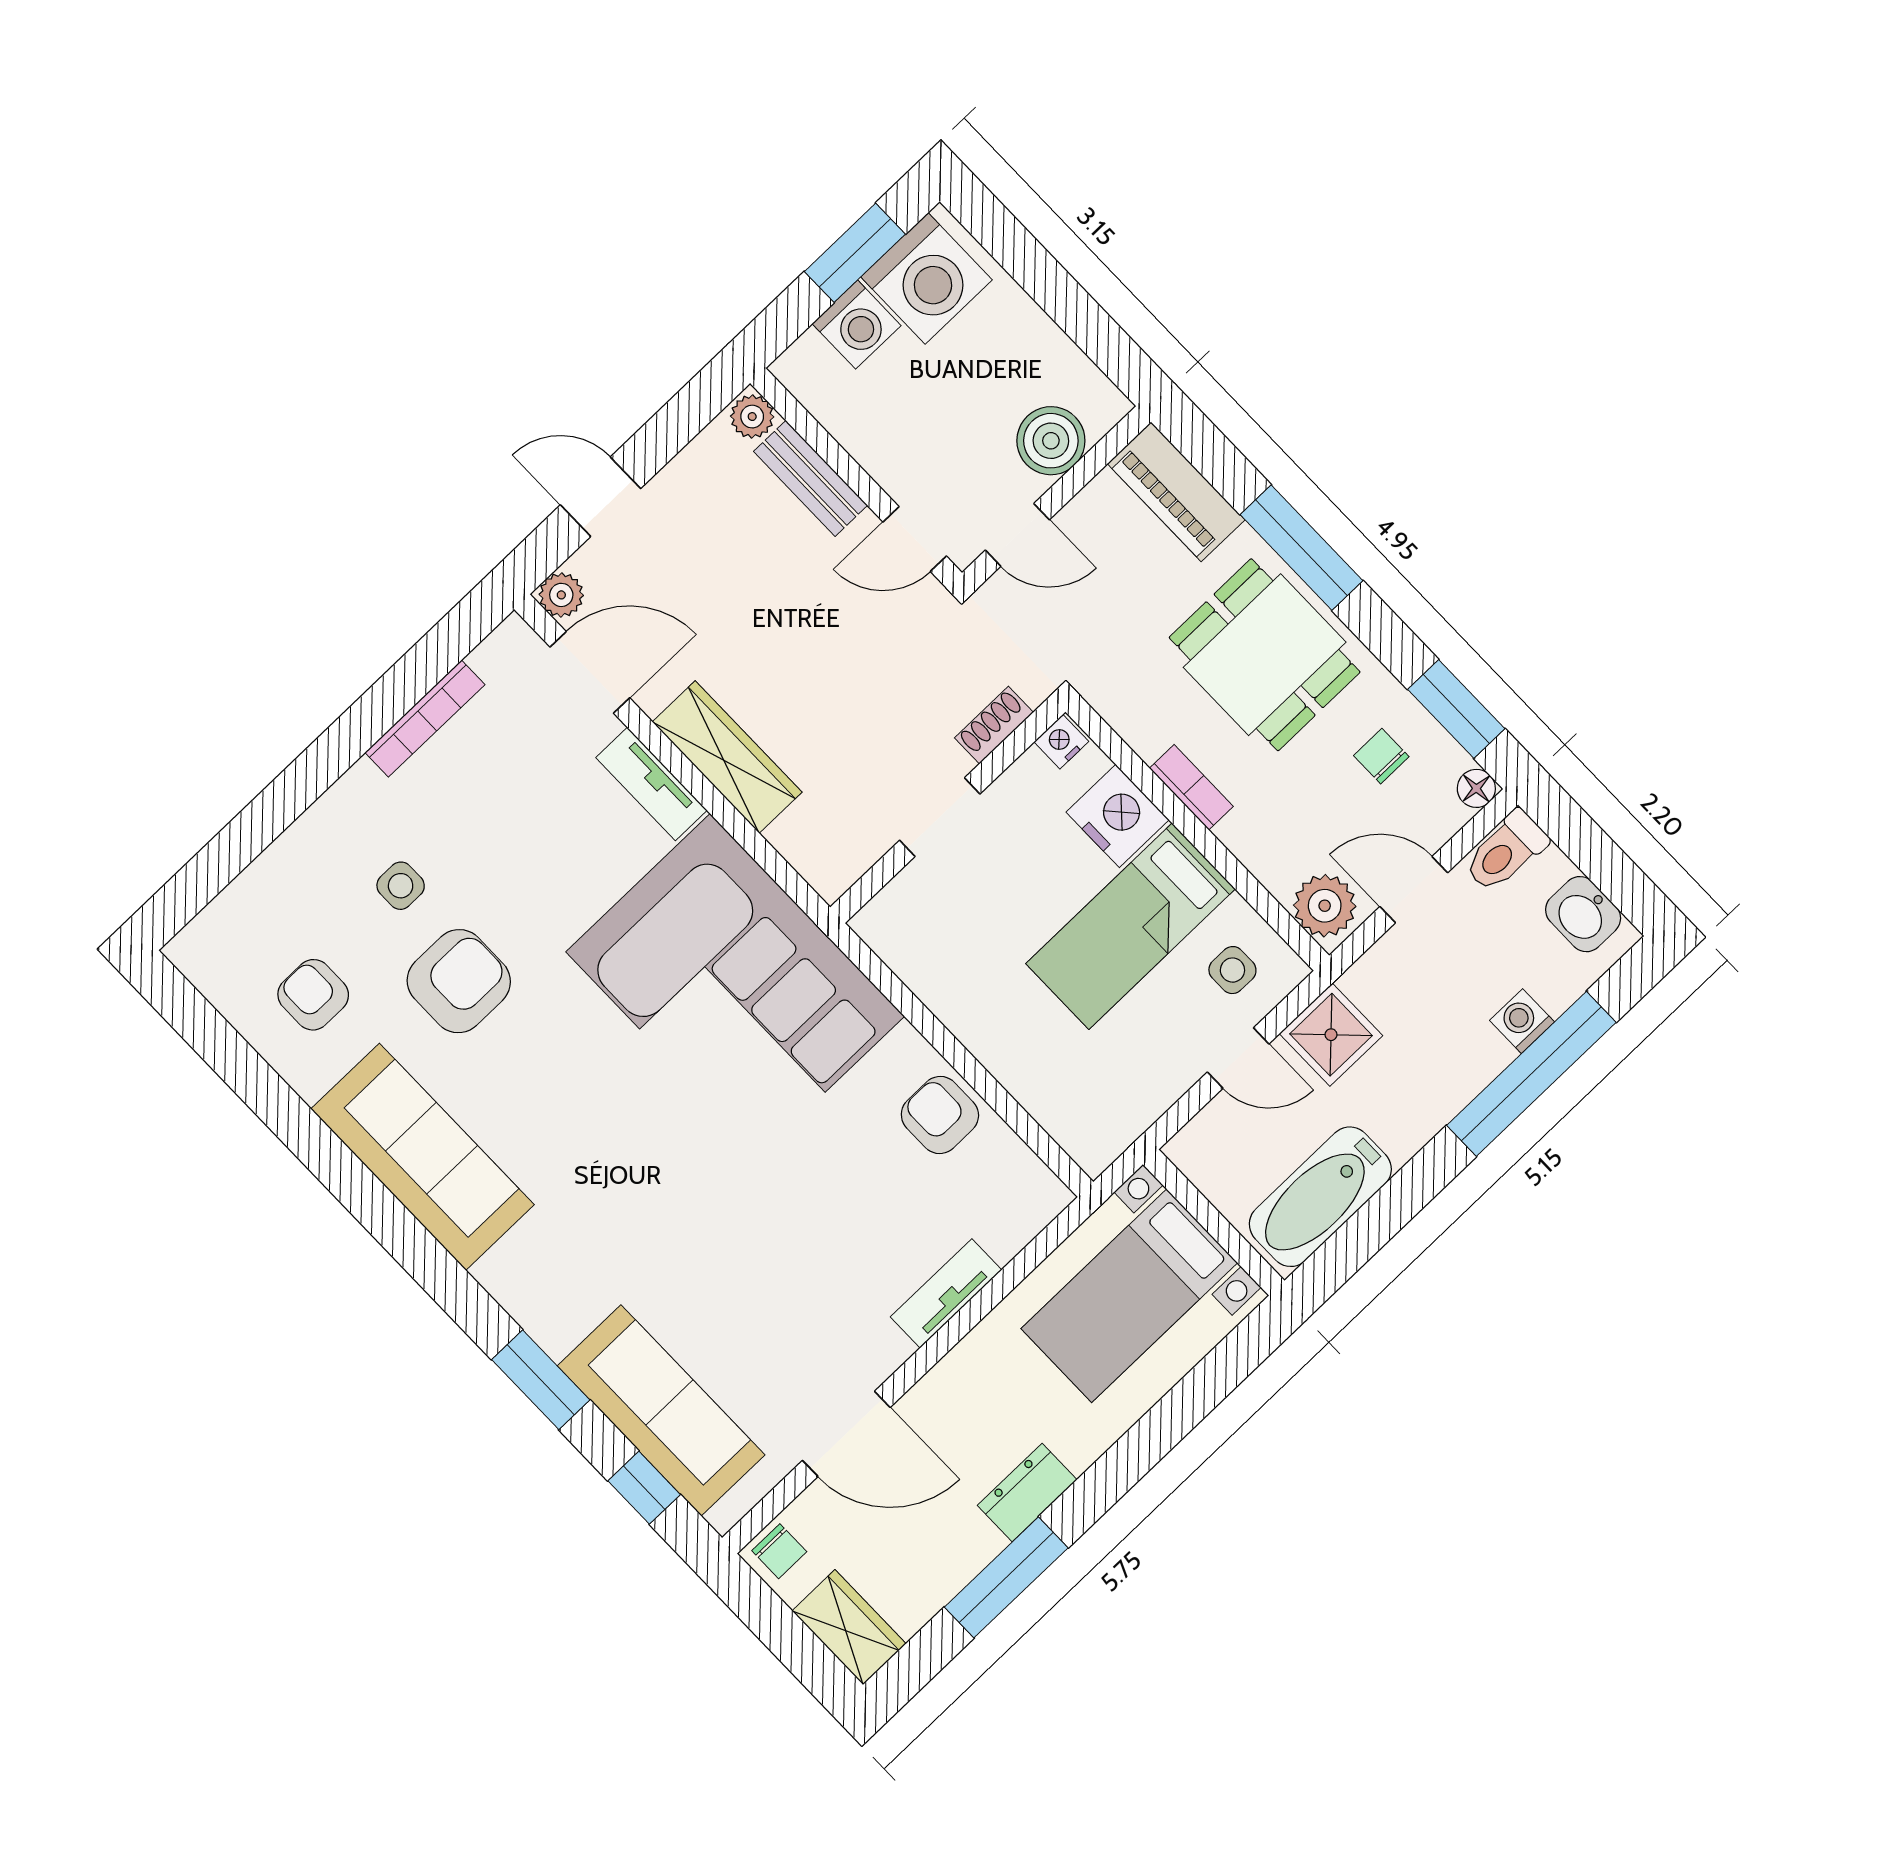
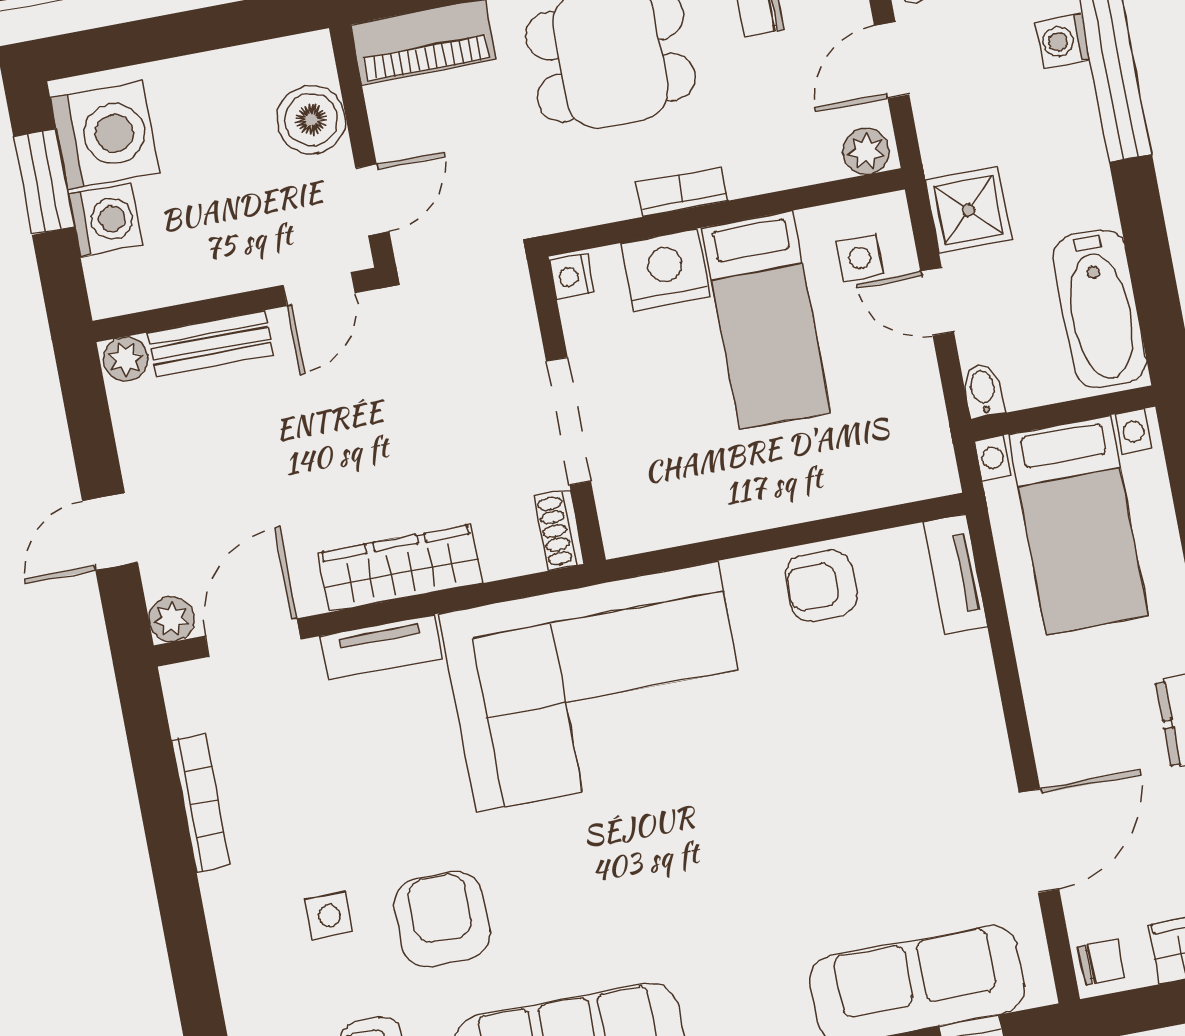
shoe rack: (994, 725) -> (559, 530), moved
doorway: (940, 817) -> (569, 421), width x1.38
plant: (1325, 906) -> (866, 151), width x0.73, depth x0.73
door: (1238, 1058) -> (937, 302), swing flipped
bidet: (1189, 1144) -> (983, 391), added
tv unit: (946, 1293) -> (955, 574), moved

